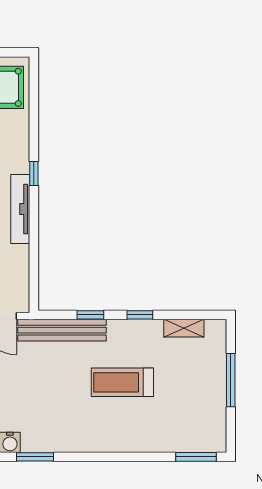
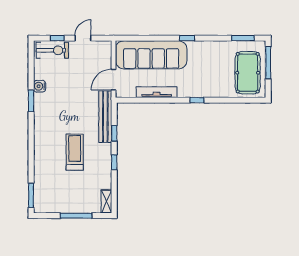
tv unit: (20, 209) -> (157, 92), moved
shelving: (184, 328) -> (106, 201), moved

